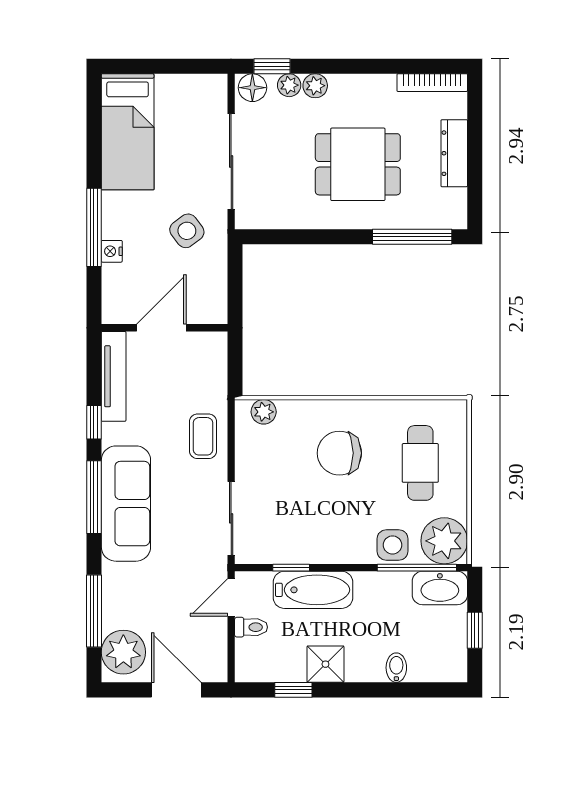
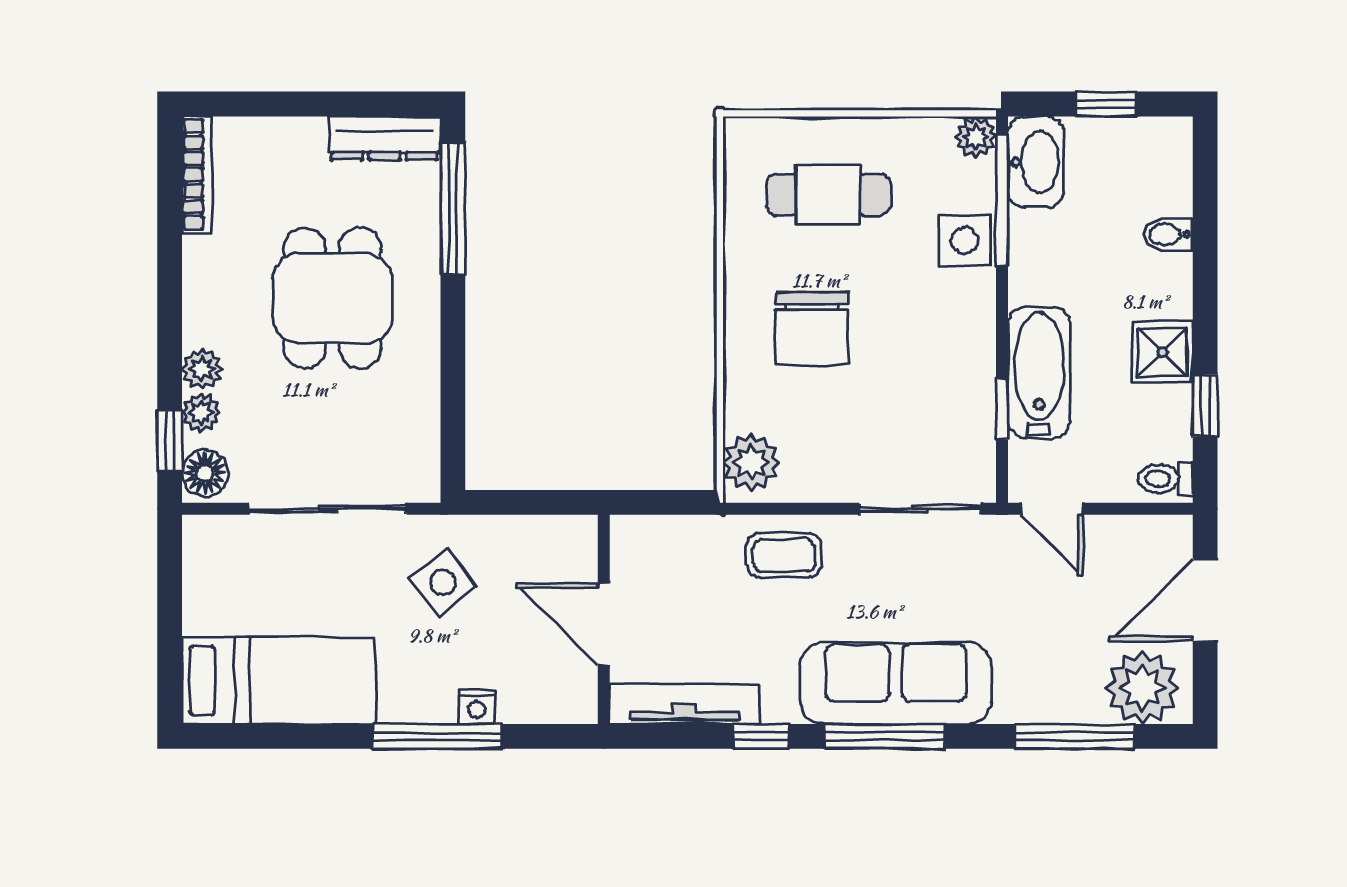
dresser: (454, 153) -> (385, 138), moved
plant: (264, 412) -> (751, 462), width x1.38, depth x1.38
plant: (444, 541) -> (976, 137), width x0.53, depth x0.53
toilet: (251, 627) -> (1166, 479), moved, turned -90

